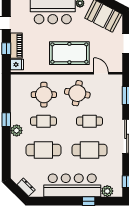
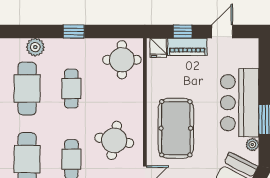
round table: (44, 95) -> (122, 60), moved
plant: (17, 131) -> (35, 47), moved

